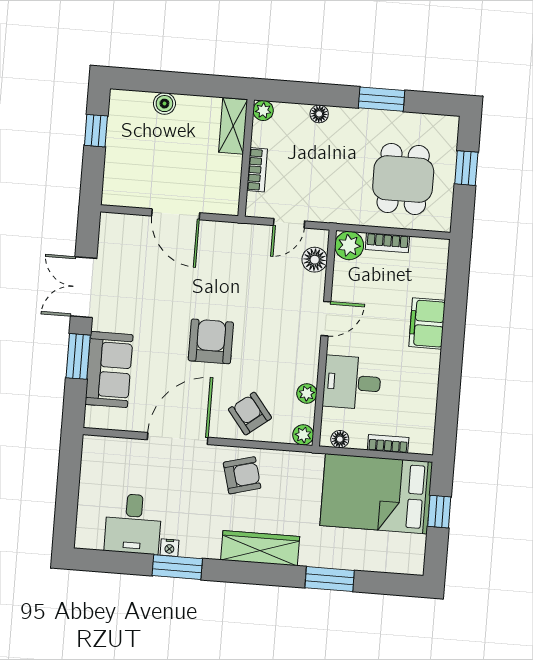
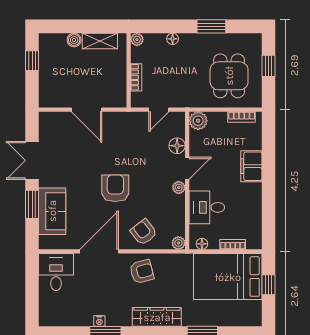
shelving: (233, 126) -> (100, 41), moved, turned 90
bookcase: (387, 243) -> (242, 117), moved
floor lamp: (315, 260) -> (177, 146), moved
plant: (307, 393) -> (179, 187), moved
desk: (133, 524) -> (56, 272), moved, turned 180

